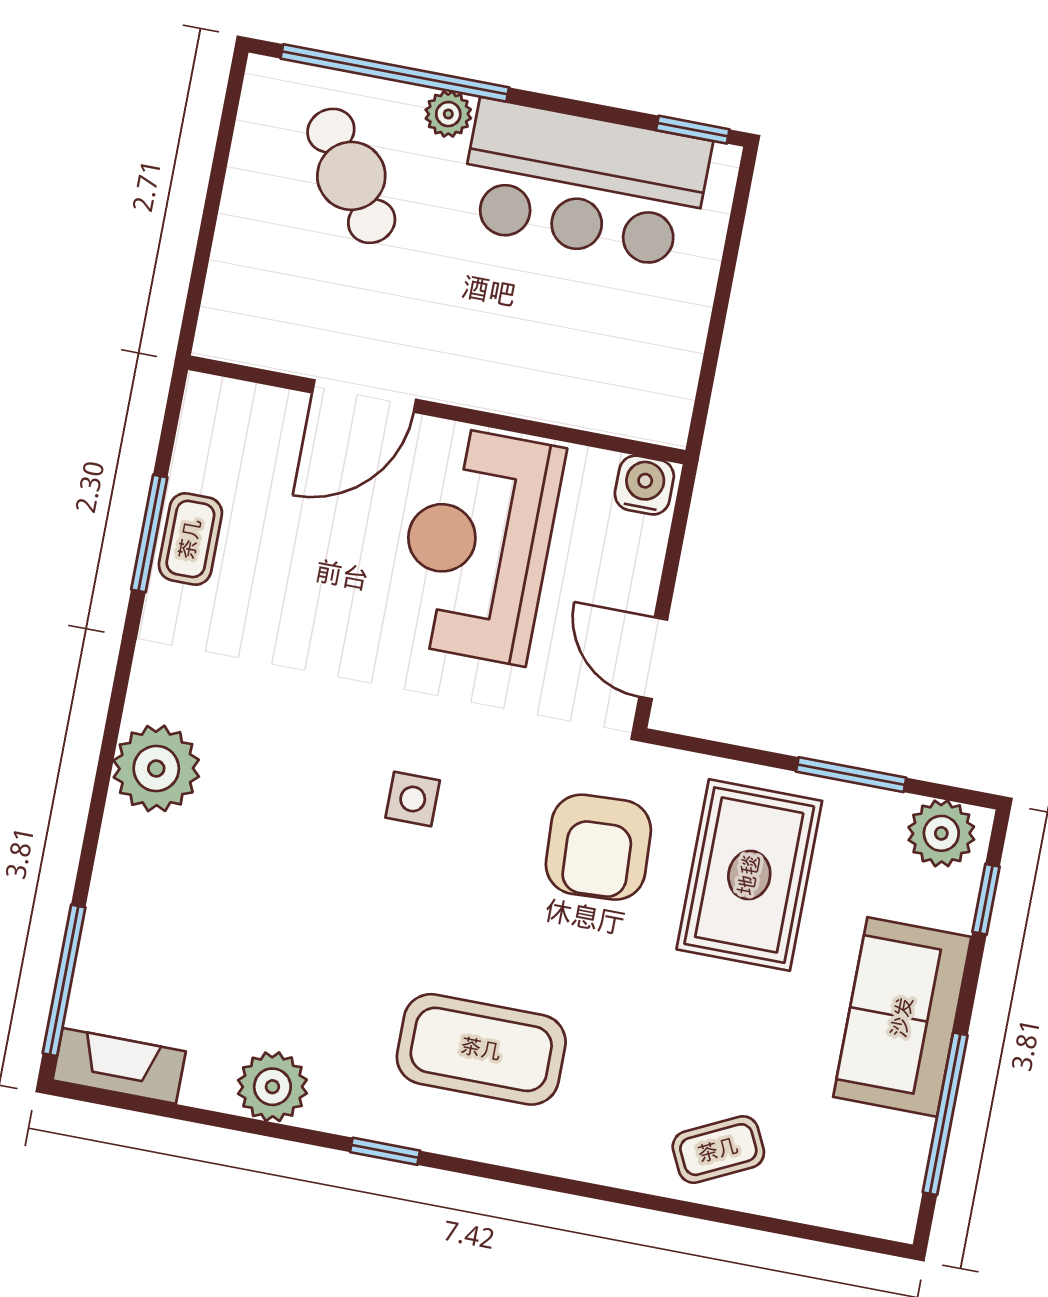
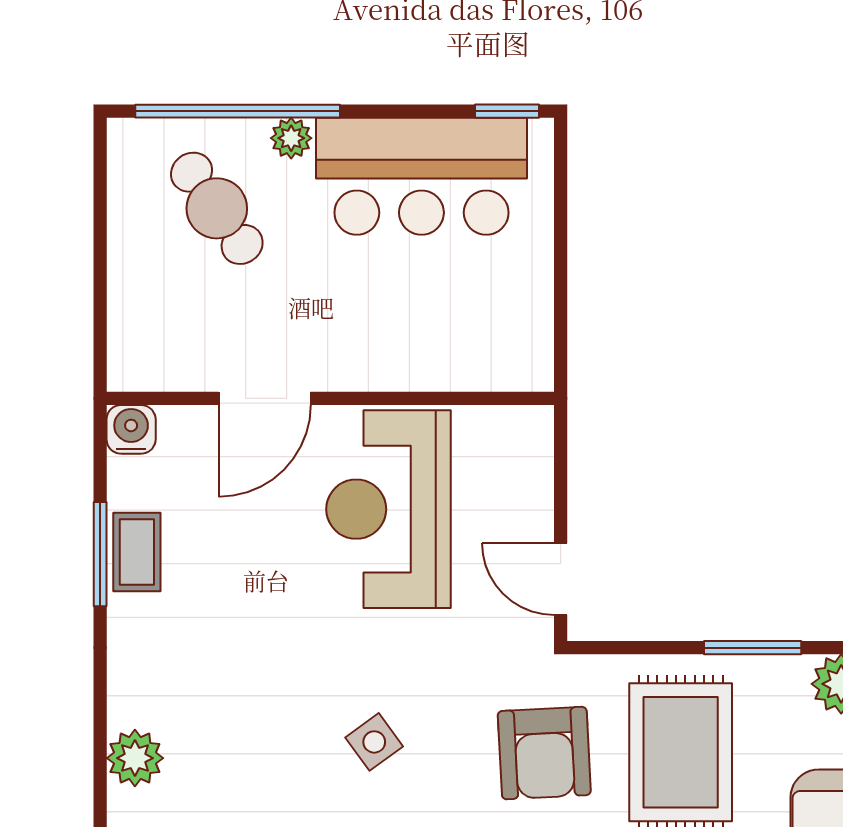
water cooler: (644, 485) -> (131, 429), moved
plant: (156, 768) -> (135, 758), width x0.73, depth x0.73
side table: (413, 799) -> (374, 742), turned -36

